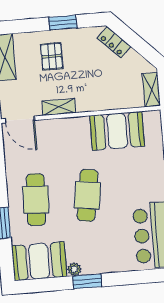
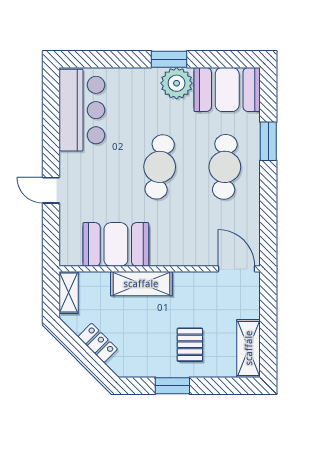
locker: (114, 42) -> (98, 343), moved
shelving: (59, 107) -> (141, 284), moved, width x1.50, depth x1.33
plant: (74, 269) -> (177, 83), width x1.87, depth x1.87

